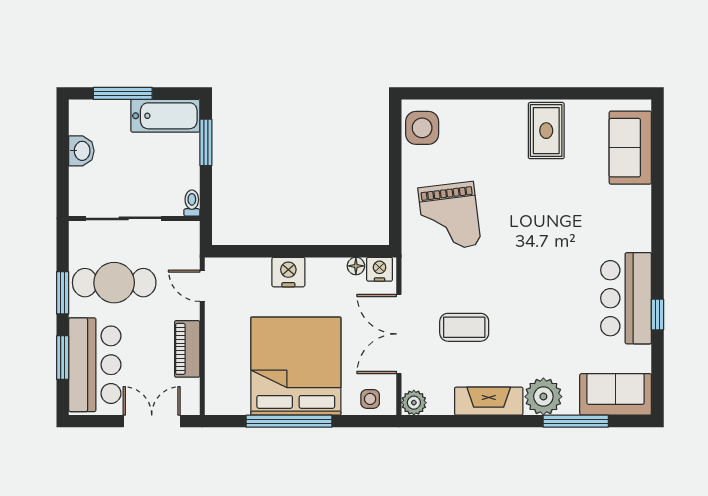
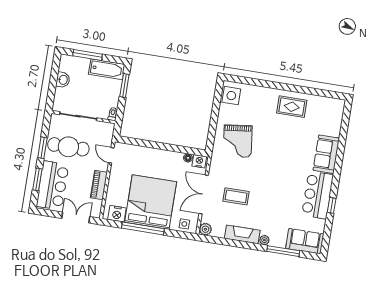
rug: (546, 131) -> (292, 107), turned 90
sofa: (630, 148) -> (326, 154), moved
nightstand: (288, 272) -> (117, 214), moved, turned 180
plant: (543, 397) -> (264, 240), width x0.53, depth x0.53

